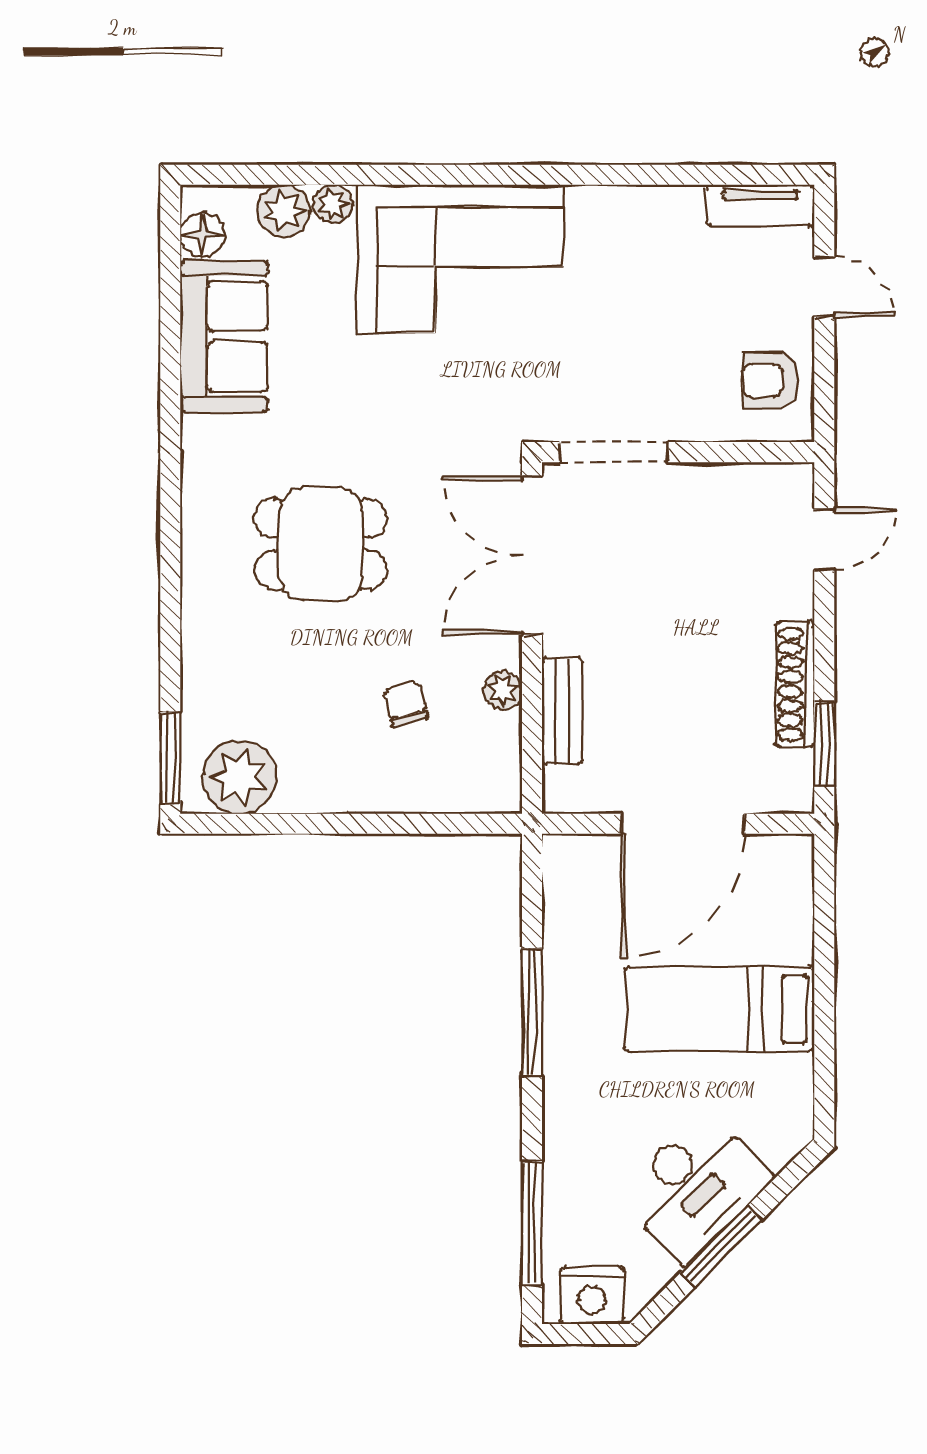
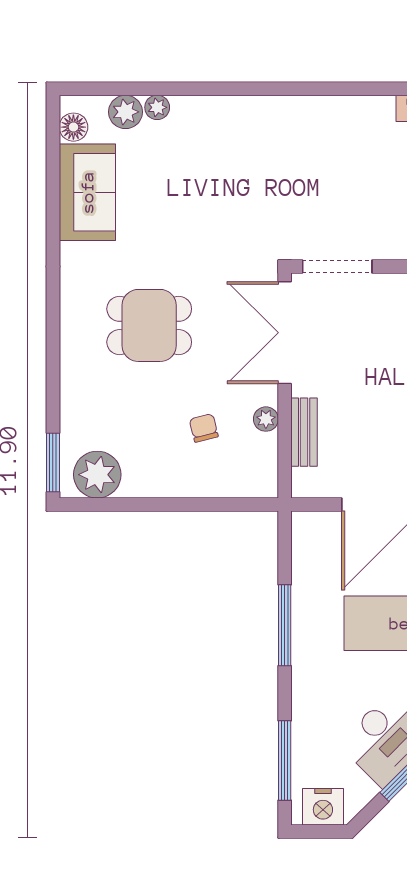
corner sofa: (460, 259) -> (239, 143), removed

